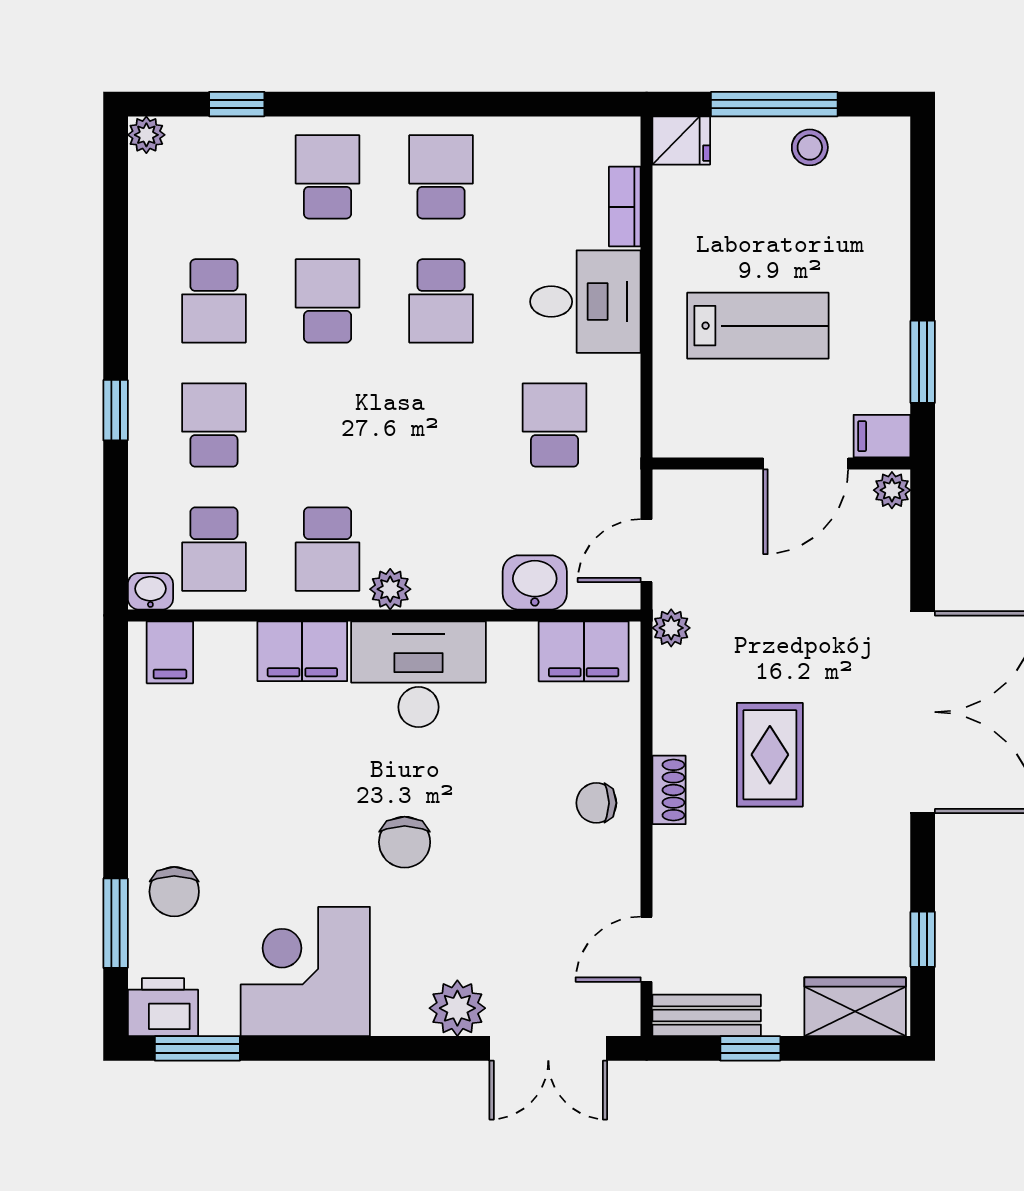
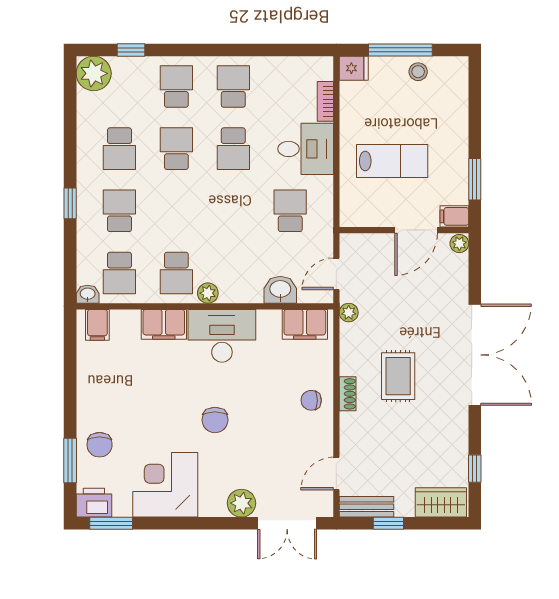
plant: (146, 135) -> (94, 73), width x1.87, depth x1.87

